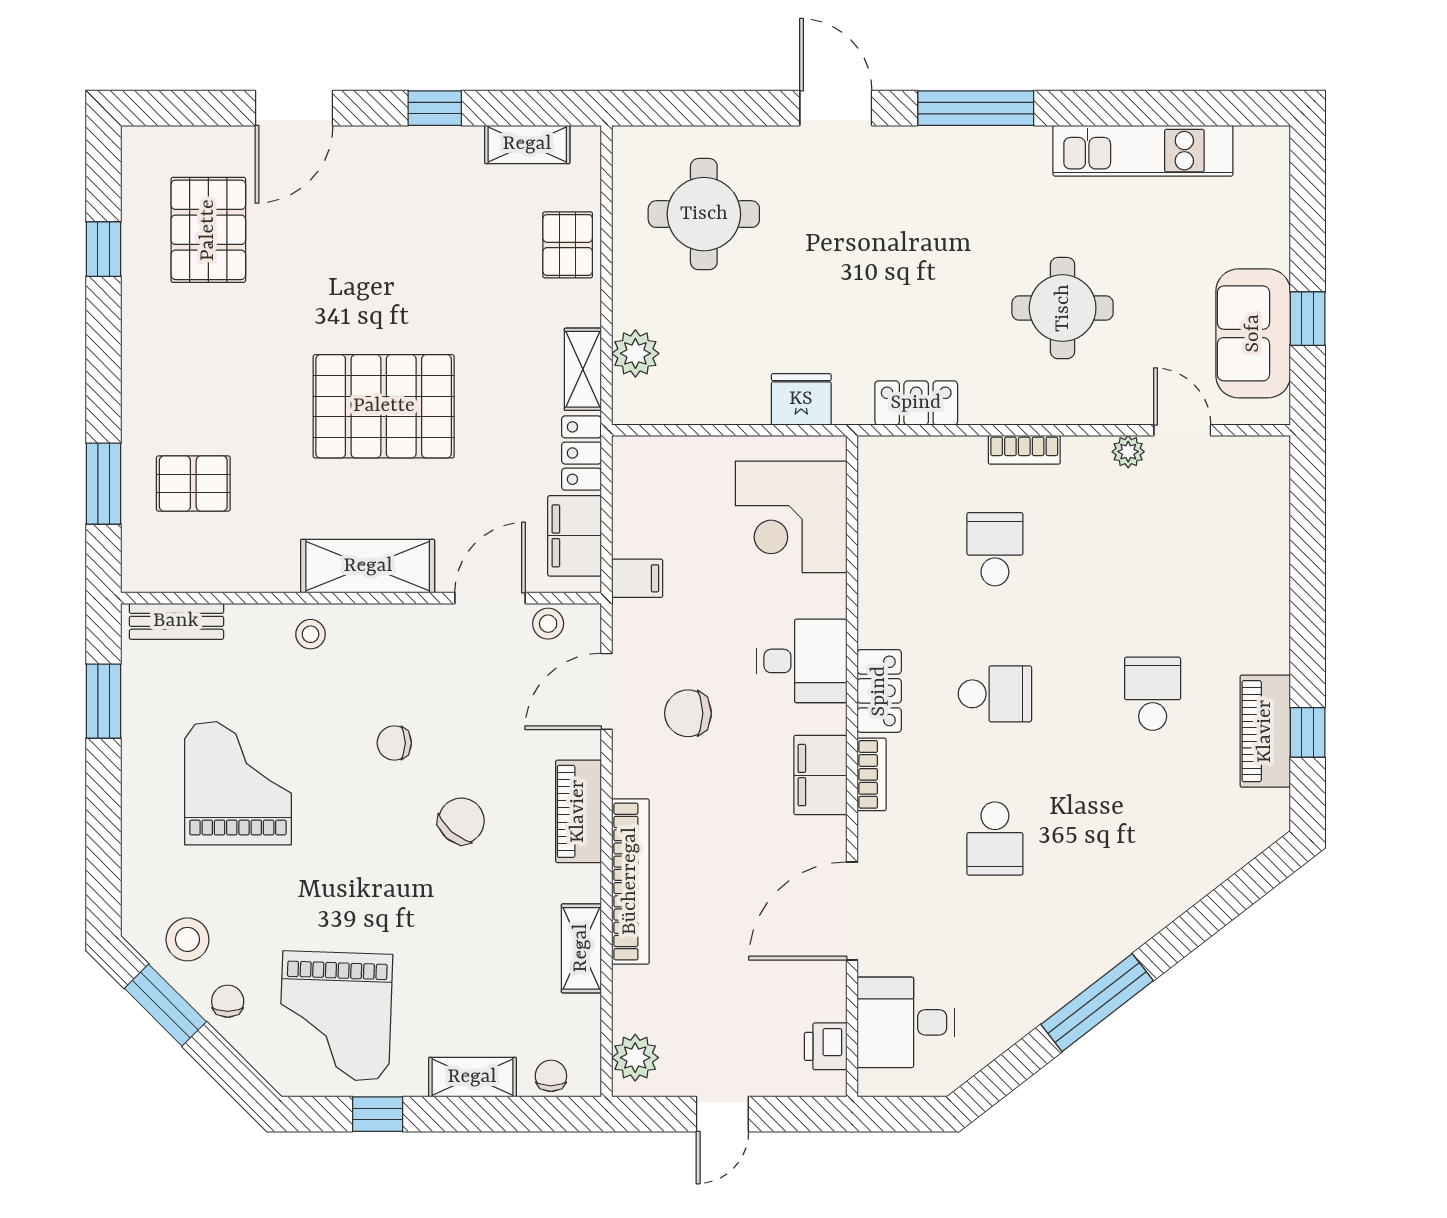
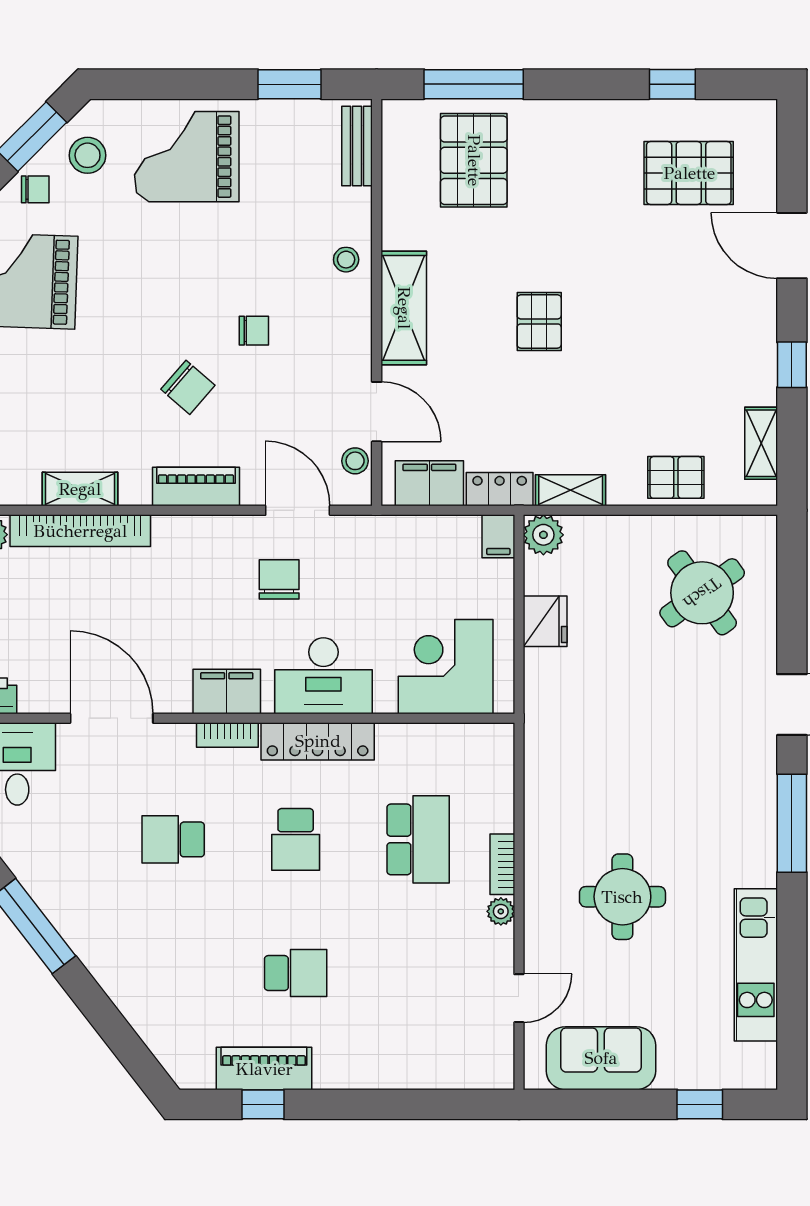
round table: (704, 214) -> (702, 593), turned -36
window: (1308, 319) -> (700, 1104), moved
plant: (635, 353) -> (543, 535), moved
fridge: (801, 399) -> (545, 621), moved
locker: (916, 403) -> (542, 773), removed
pallet: (384, 406) -> (539, 321), width x0.49, depth x0.50
plant: (1128, 452) -> (501, 911), moved
pallet: (193, 483) -> (474, 160), width x1.50, depth x1.42
window: (104, 484) -> (474, 84), width x1.44
school desk: (995, 549) -> (418, 839), width x1.85
filing cabinet: (637, 578) -> (498, 536), moved
desk: (802, 661) -> (323, 676), width x1.37
locker: (879, 691) -> (318, 741), width x1.53
chair: (394, 743) -> (254, 331), turned 90
grand piano: (238, 783) -> (187, 157), moved, turned 180
bookcase: (630, 881) -> (80, 531), moved

